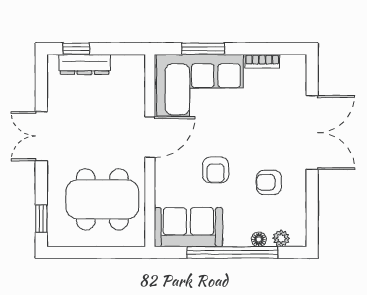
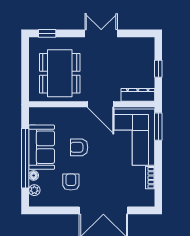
window: (76, 49) -> (158, 69), moved
window: (203, 49) -> (158, 127), moved
dresser: (85, 64) -> (138, 95), moved, turned 90
sofa: (188, 227) -> (42, 147), moved

